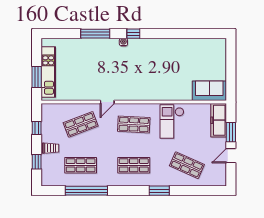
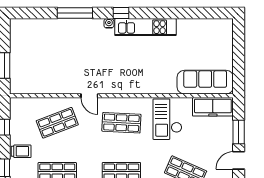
kitchen unit: (48, 72) -> (145, 27), moved, turned 90
sofa: (209, 91) -> (205, 82), width x1.36
door: (107, 102) -> (89, 96), hinge flipped
freezer: (219, 120) -> (213, 107), moved, turned -90

